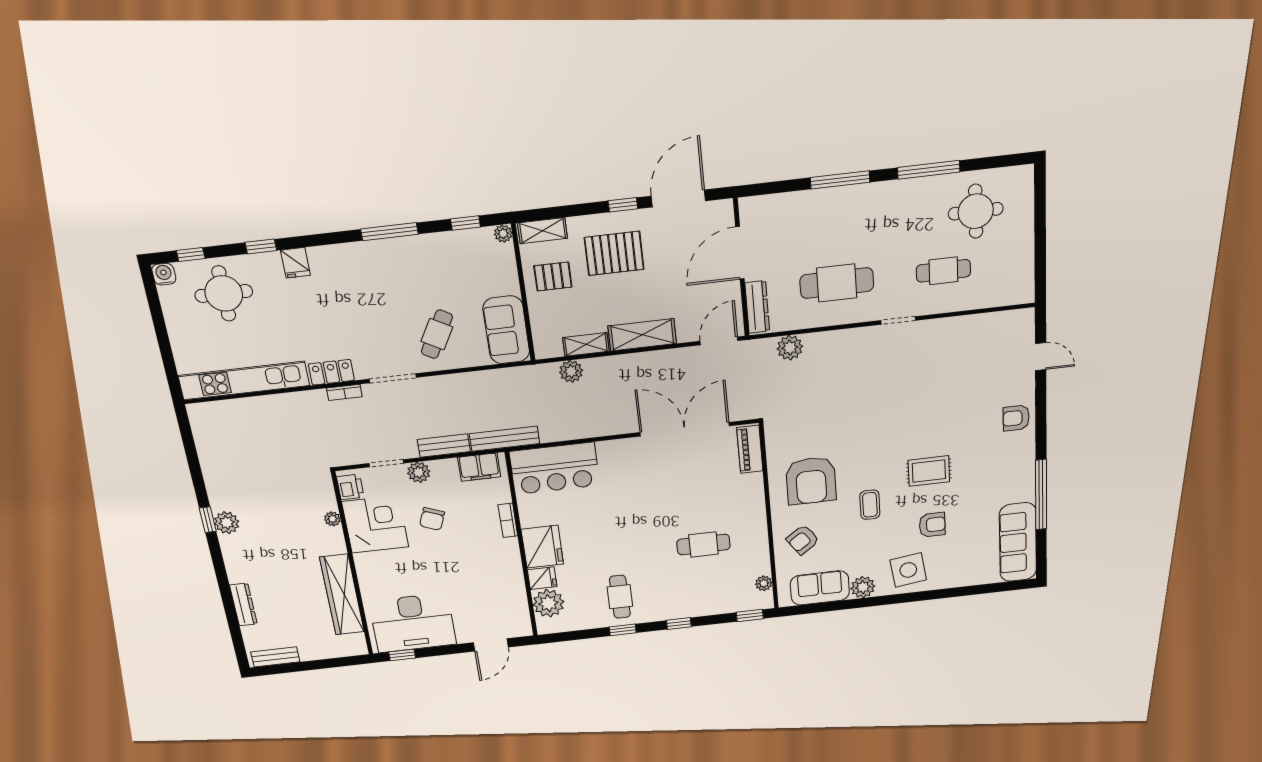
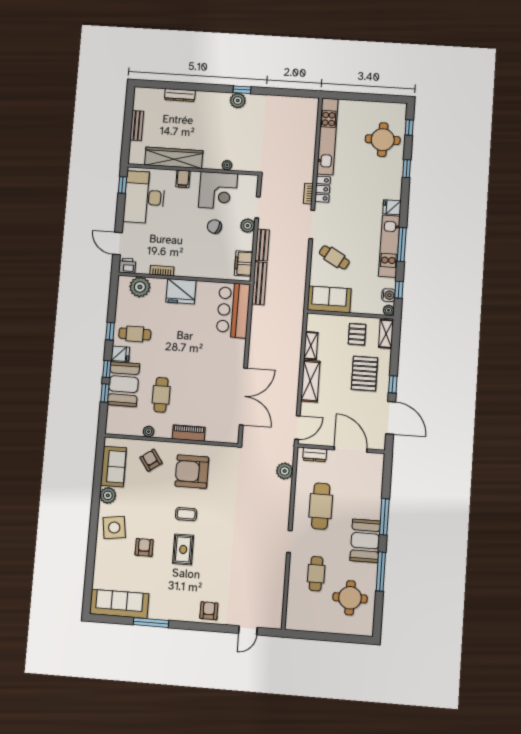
booth: (882, 204) -> (365, 541), added
kitchen unit: (397, 251) -> (389, 246), added
fridge: (295, 263) -> (392, 207), moved
water cooler: (164, 274) -> (388, 295), moved
dresser: (757, 307) -> (315, 455), width x0.70
door: (719, 341) -> (297, 428), hinge flipped
plant: (571, 371) -> (295, 333), removed
piano: (750, 449) -> (189, 433), moved
printer: (350, 487) -> (127, 266), moved, turned 180
window: (1041, 495) -> (151, 623), width x0.68
coffee table: (870, 505) -> (186, 514), moved
bookcase: (508, 520) -> (162, 271), moved
armchair: (932, 525) -> (144, 547), turned 180
filing cabinet: (370, 576) -> (183, 179), added
fridge: (542, 578) -> (120, 354), moved, turned -90
plant: (764, 583) -> (149, 432), moved
booth: (697, 598) -> (124, 384), added
window: (750, 615) -> (105, 393), moved
bench: (275, 657) -> (137, 126), moved

